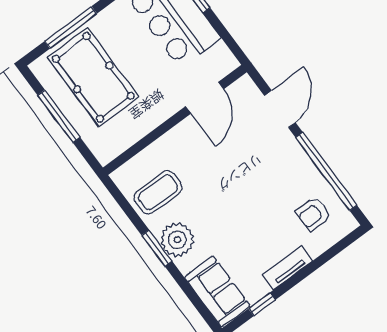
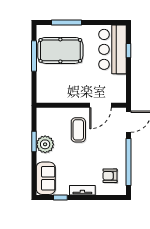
pool table: (93, 77) -> (60, 50), turned 90
door: (205, 98) -> (101, 105), moved
wall: (175, 120) -> (81, 105), moved
coffee table: (158, 192) -> (78, 130), moved, turned 90

